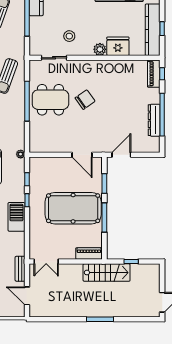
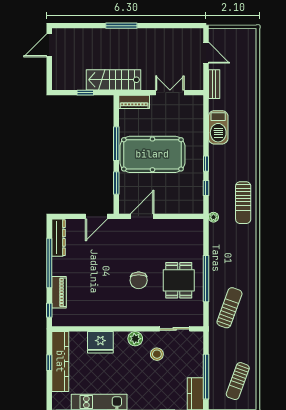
plant: (100, 49) -> (135, 339), moved
piano: (154, 74) -> (59, 292), moved
dining table: (50, 100) -> (179, 280), width x0.73
chair: (85, 100) -> (139, 280), turned -55
dresser: (154, 120) -> (58, 238), moved
door: (82, 155) -> (142, 216), hinge flipped
barbecue: (16, 217) -> (218, 127), moved
double door: (46, 262) -> (170, 93), moved

